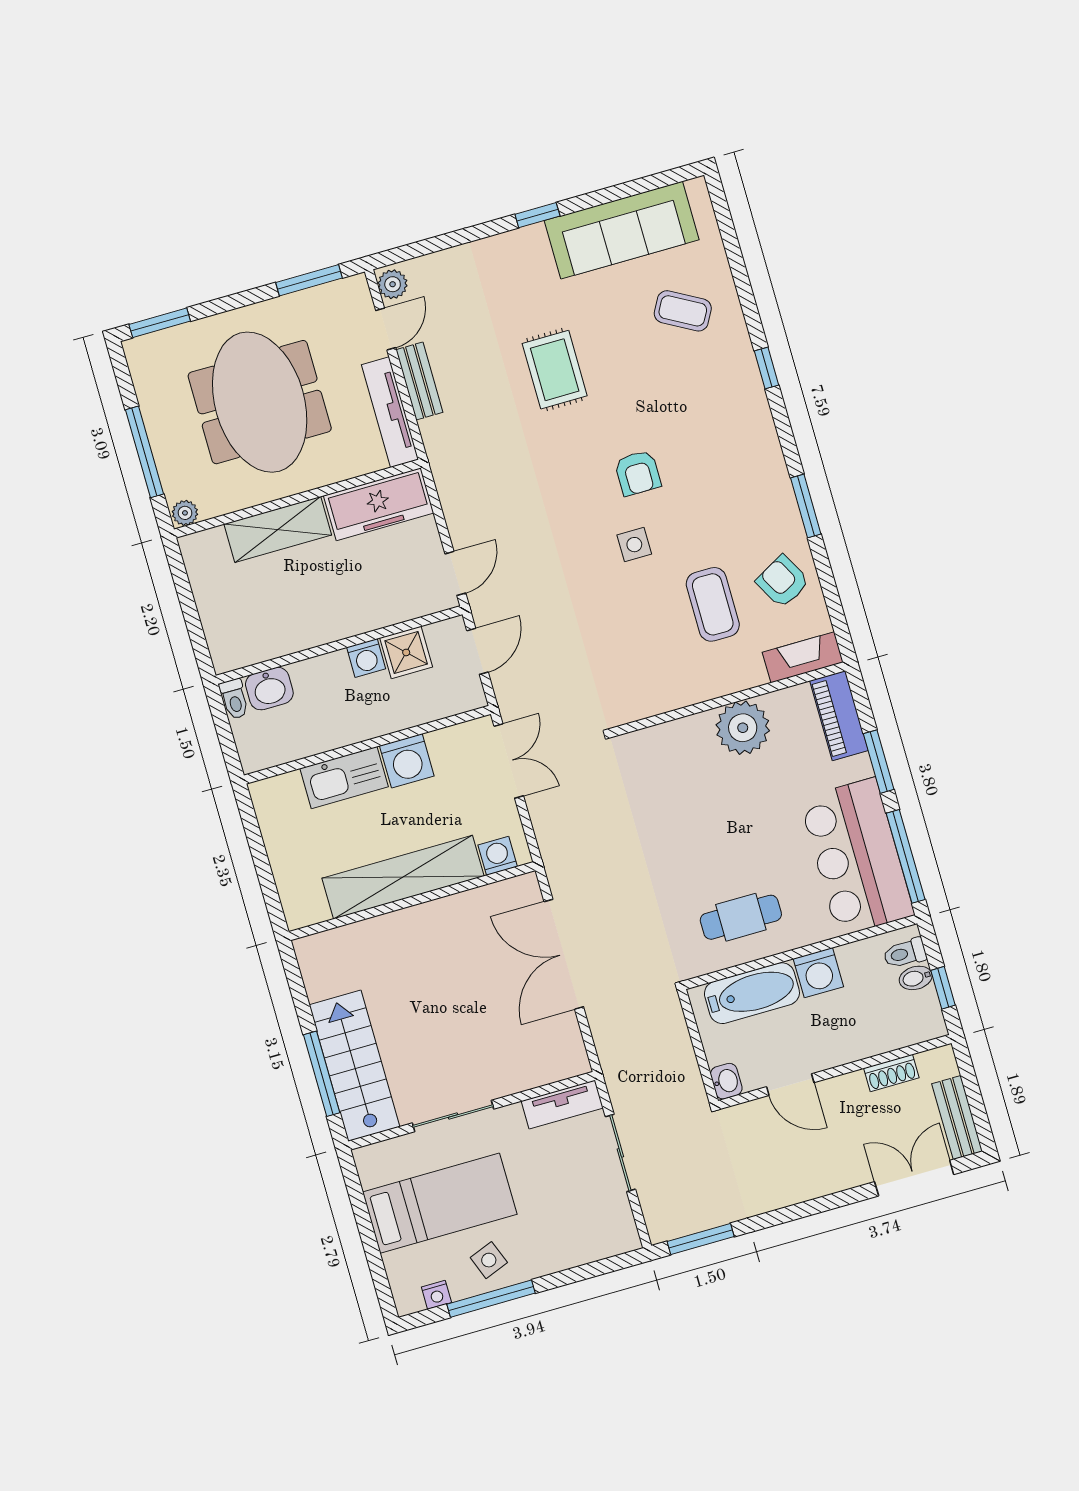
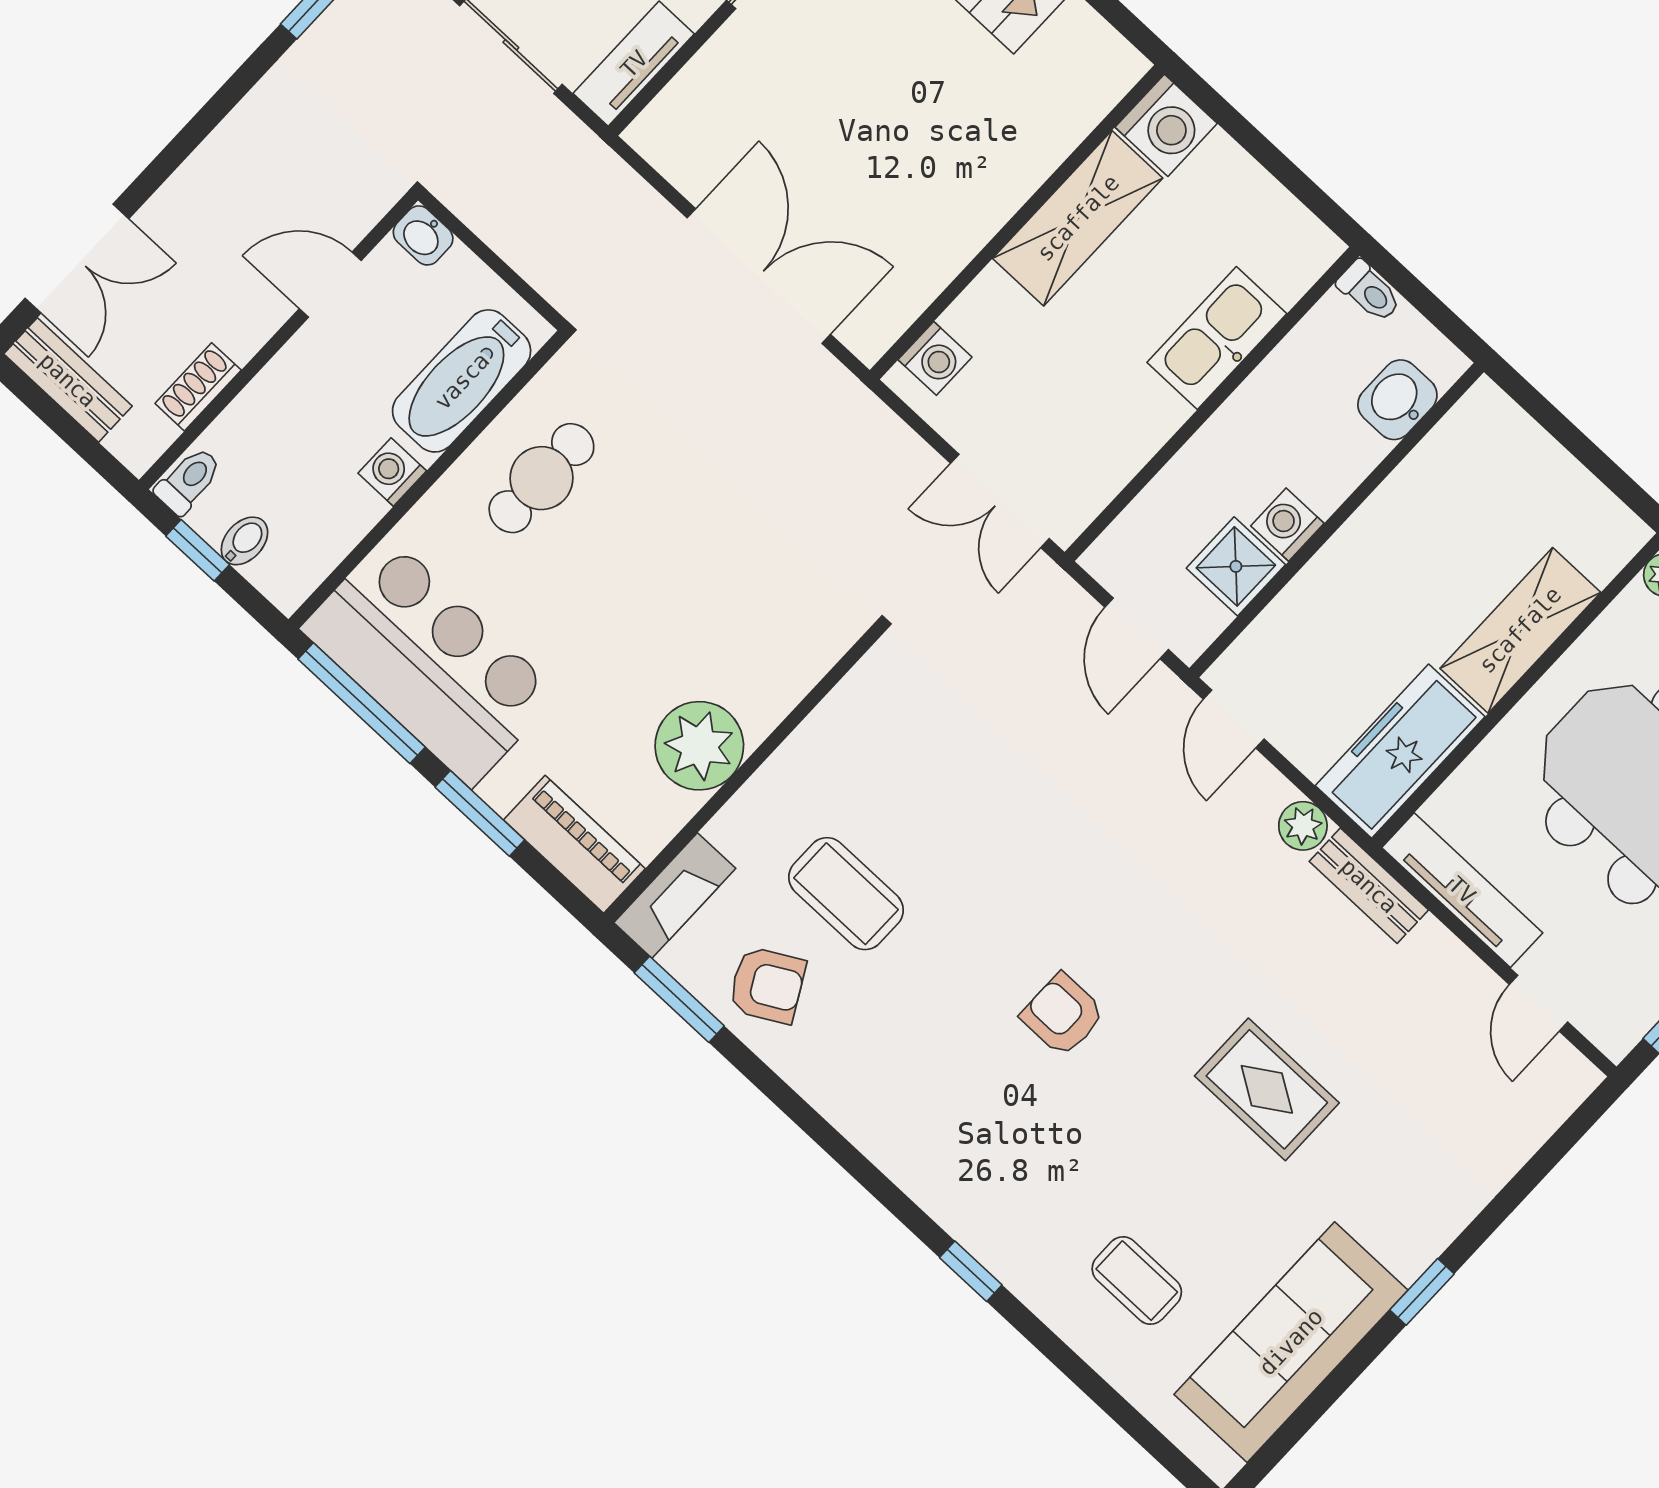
plant: (393, 284) -> (1303, 826), moved
coffee table: (683, 311) -> (1137, 1280), turned 61
bench: (419, 381) -> (1369, 886), moved
window: (806, 506) -> (679, 999), moved
side table: (634, 545) -> (1007, 911), removed
toilet: (234, 699) -> (1369, 291), moved, turned 180
washing machine: (407, 761) -> (1166, 125), moved, turned 180
shelving: (403, 877) -> (1078, 218), width x0.68
toilet: (905, 953) -> (189, 481), moved
washing machine: (818, 973) -> (392, 472), width x0.73, depth x0.73

